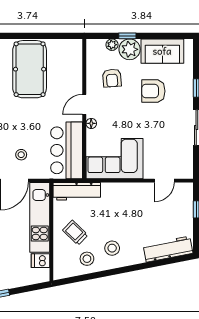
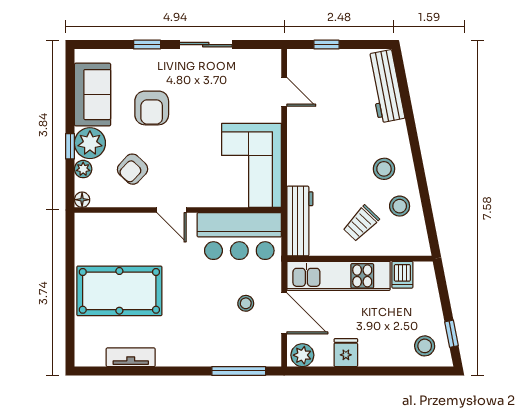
armchair: (112, 78) -> (133, 169), turned 137
floor lamp: (91, 123) -> (82, 200), moved

